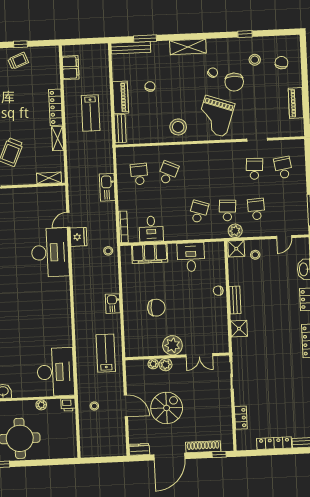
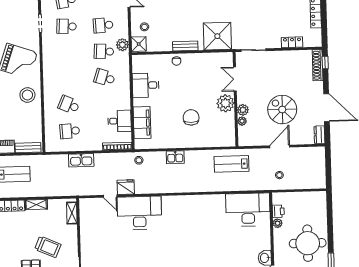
kitchen sink: (113, 304) -> (175, 157), moved
shower: (239, 329) -> (217, 36), width x1.86, depth x1.86
double door: (199, 355) -> (235, 79), swing flipped
printer: (68, 405) -> (278, 211), moved
shoe rack: (203, 447) -> (318, 65), moved

